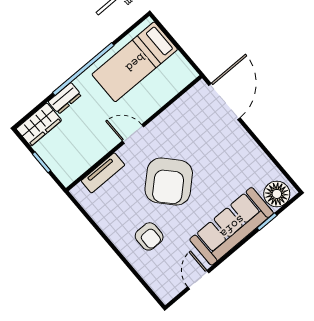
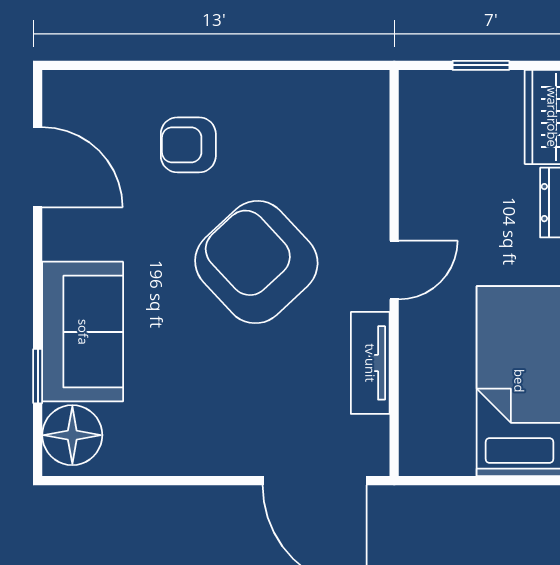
tv unit: (103, 173) -> (370, 363), moved
sofa: (232, 226) -> (83, 332), width x0.73
door: (198, 280) -> (38, 167), width x1.38

